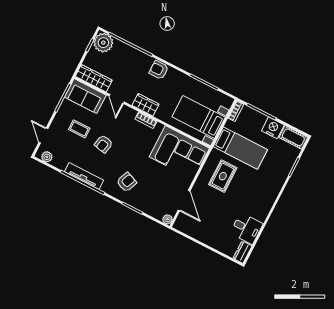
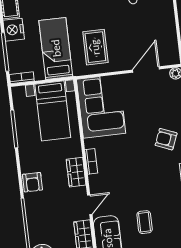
armchair: (104, 144) -> (143, 188), removed
rug: (223, 176) -> (95, 47), turned 90

